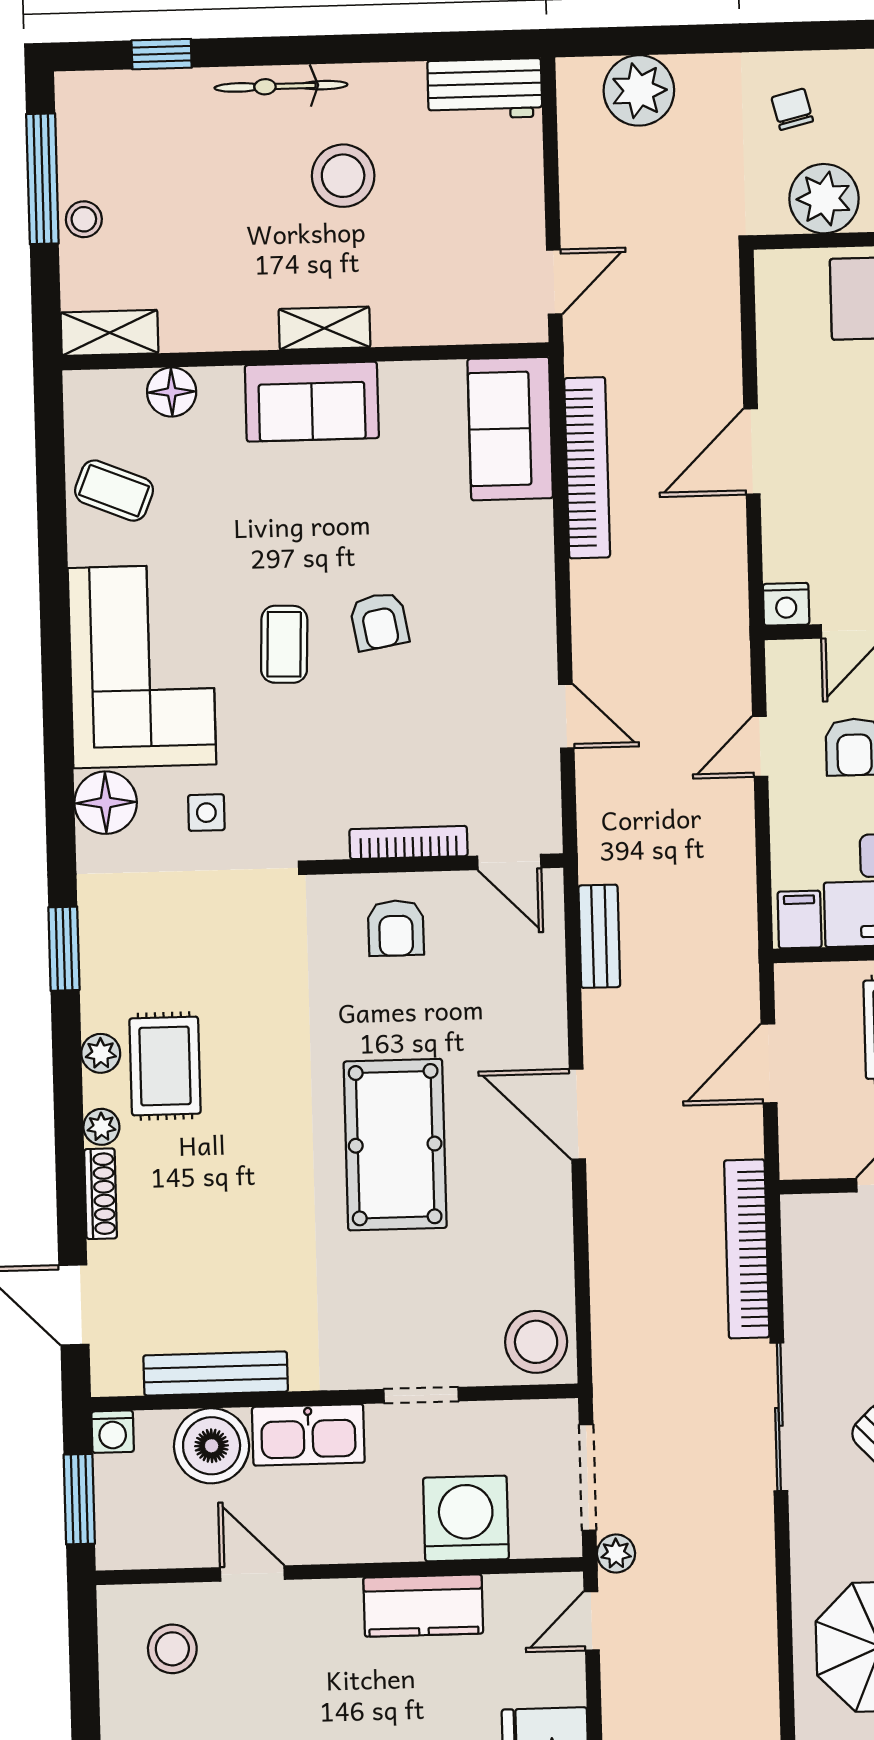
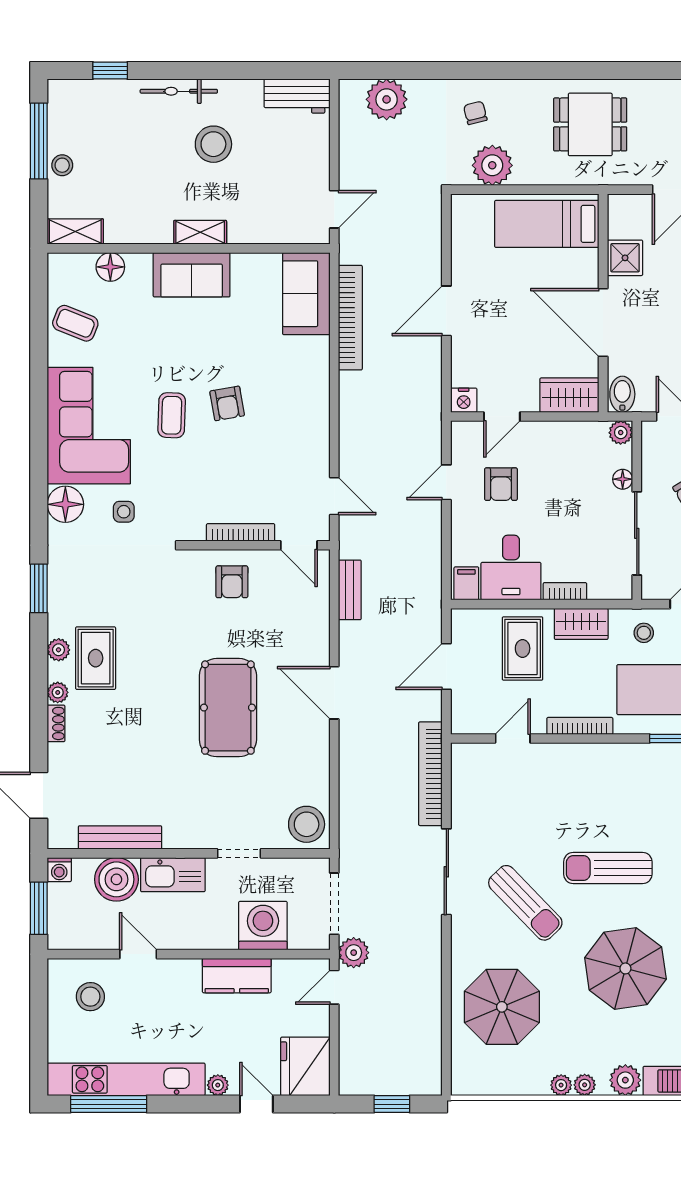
door: (566, 716) -> (334, 496), moved
shoe rack: (101, 1194) -> (56, 723), width x0.70
plant: (616, 1554) -> (354, 953), width x1.38, depth x1.38

